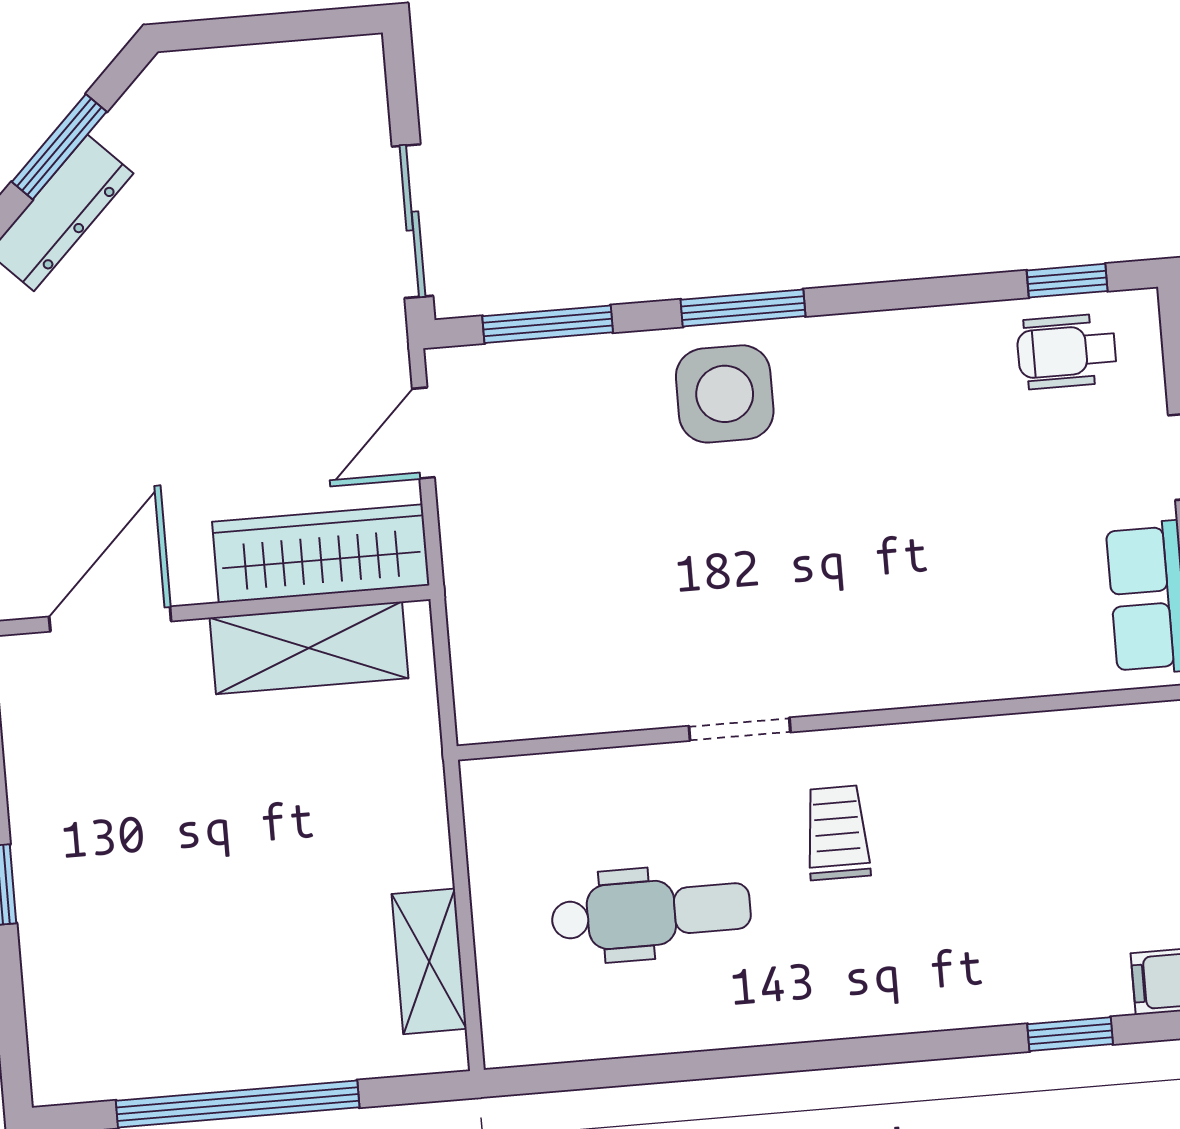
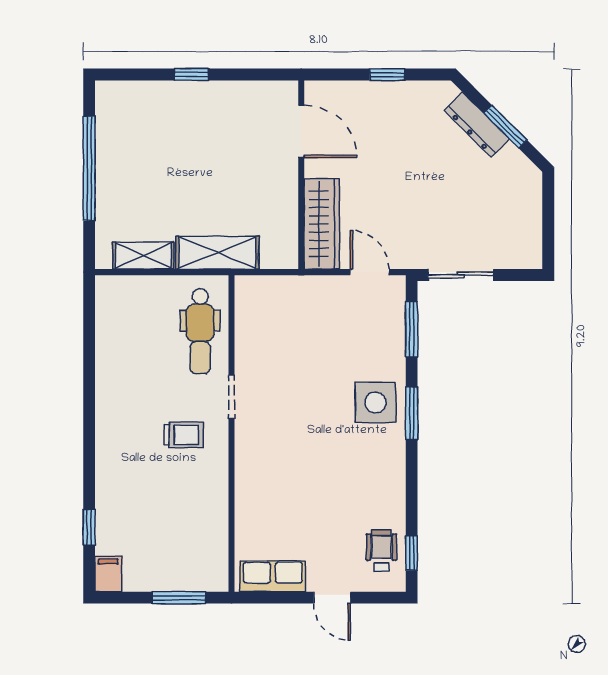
shelving: (309, 648) -> (217, 253), moved, turned 90
dental chair: (651, 913) -> (200, 331), moved

